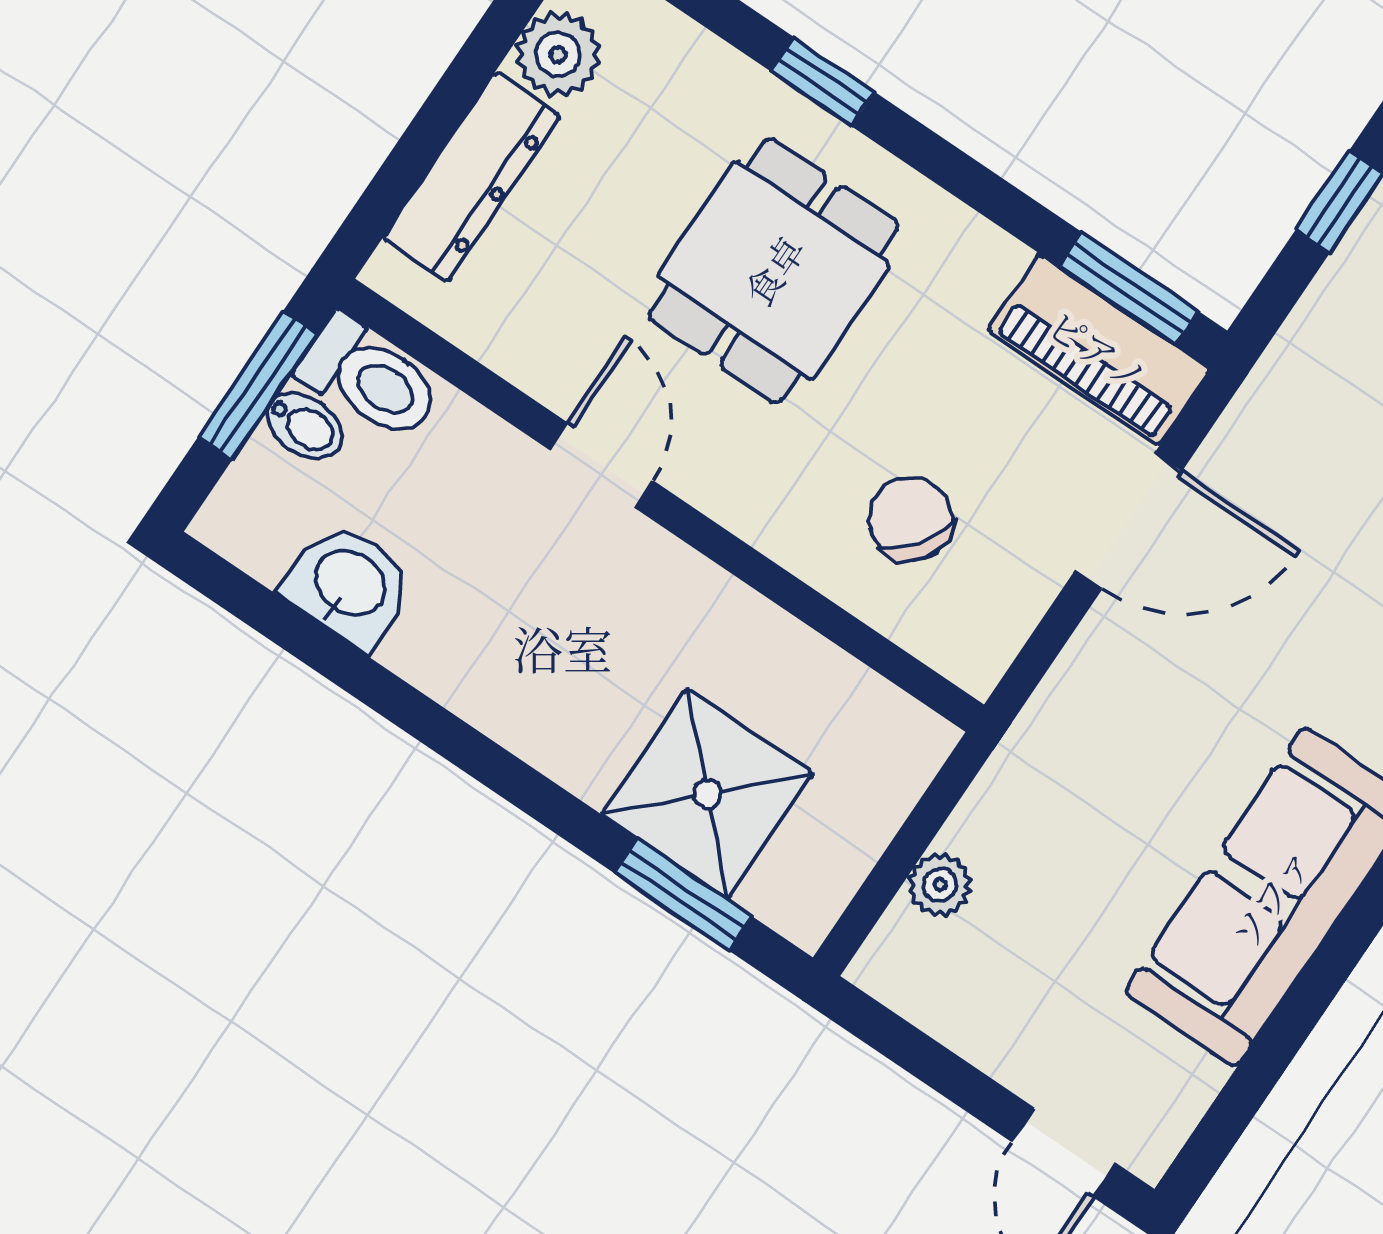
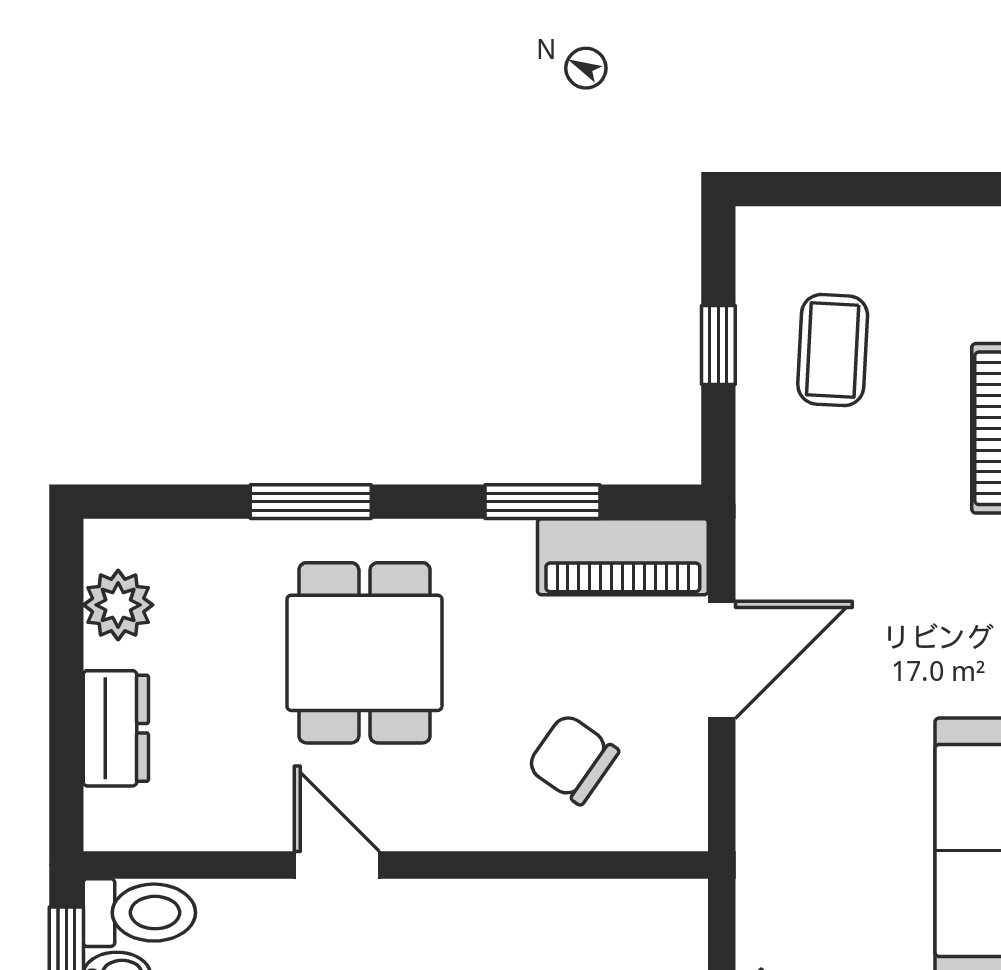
window: (823, 82) -> (311, 502), width x1.50
dresser: (472, 177) -> (116, 728), width x0.70
window: (1129, 289) -> (542, 502), moved

